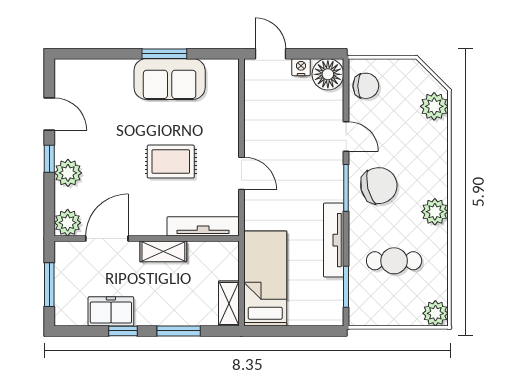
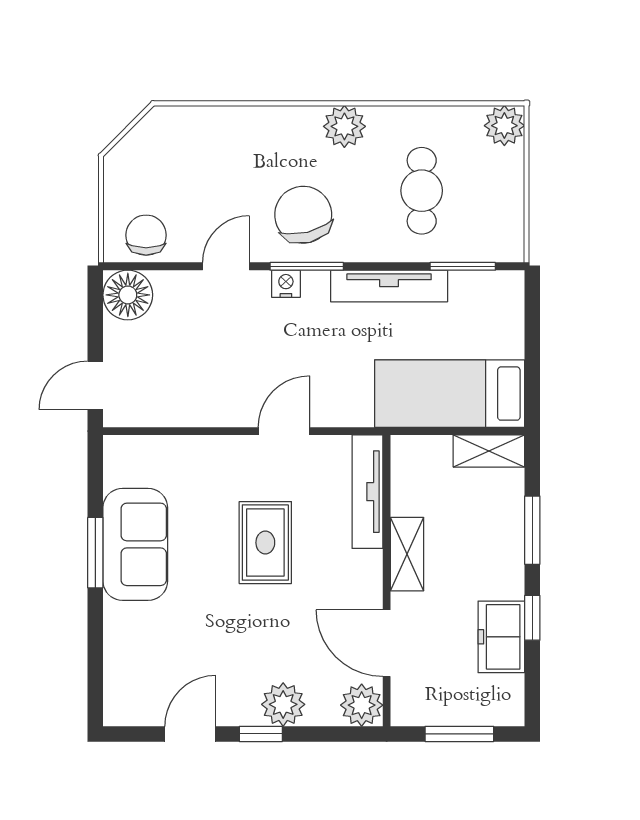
nightstand: (301, 67) -> (286, 284), moved, turned 90
plant: (434, 106) -> (178, 127), removed

